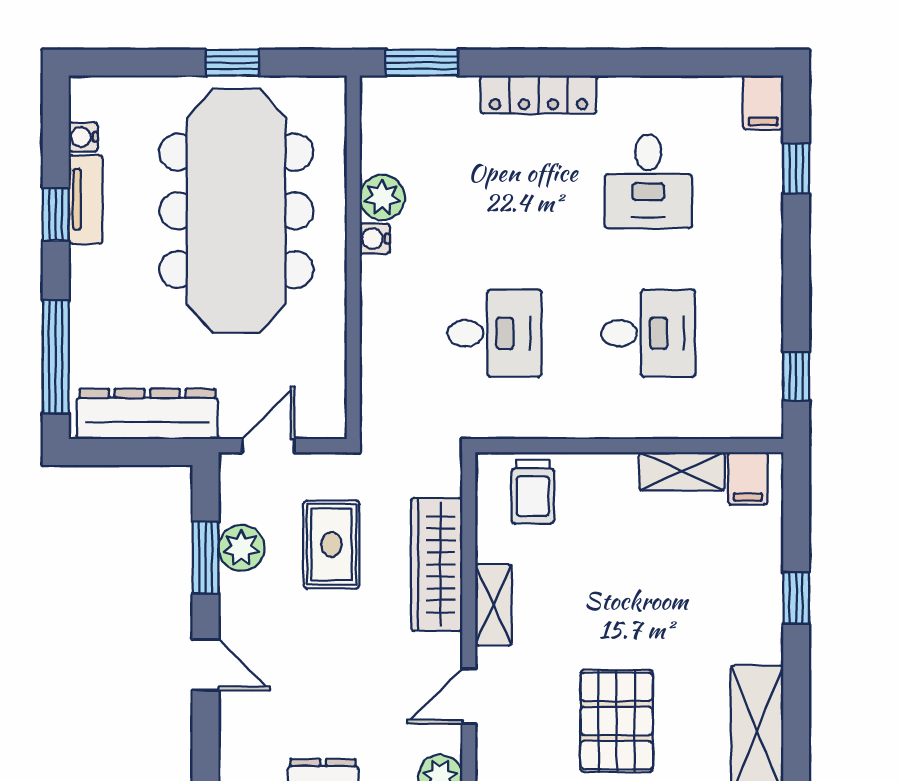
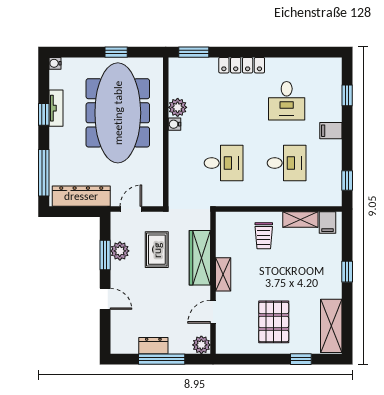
filing cabinet: (763, 102) -> (331, 131), moved, turned 90
water cooler: (83, 137) -> (55, 63), moved
trolley: (533, 492) -> (264, 236), moved

